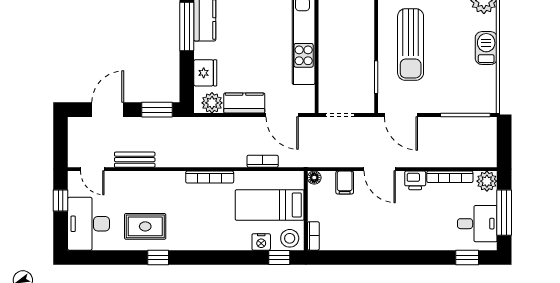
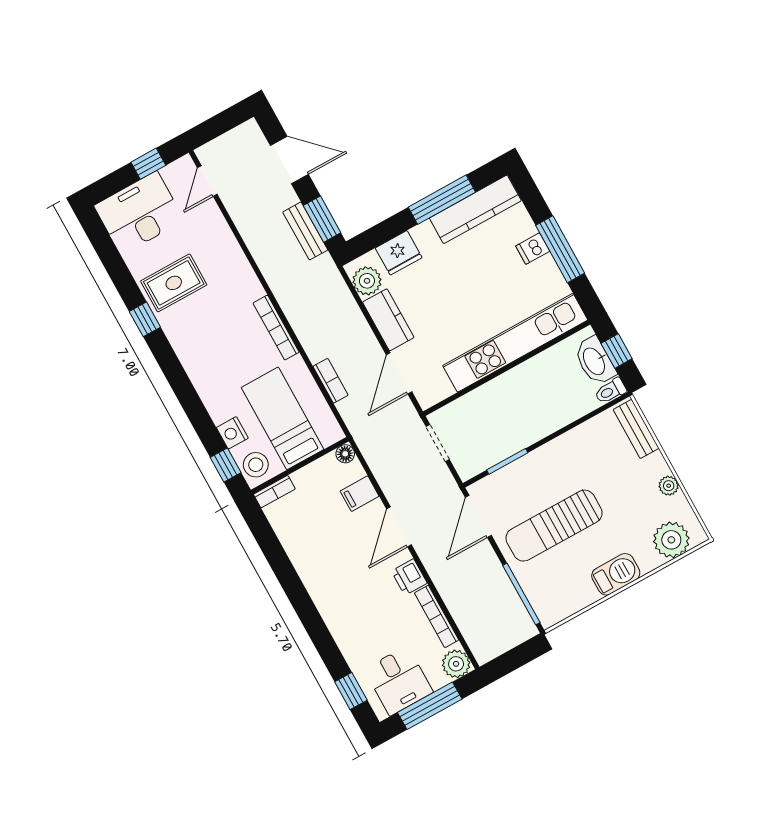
sun lounger: (411, 45) -> (554, 526), moved
bench: (135, 160) -> (305, 231), moved
rug: (145, 226) -> (174, 283), turned 90

